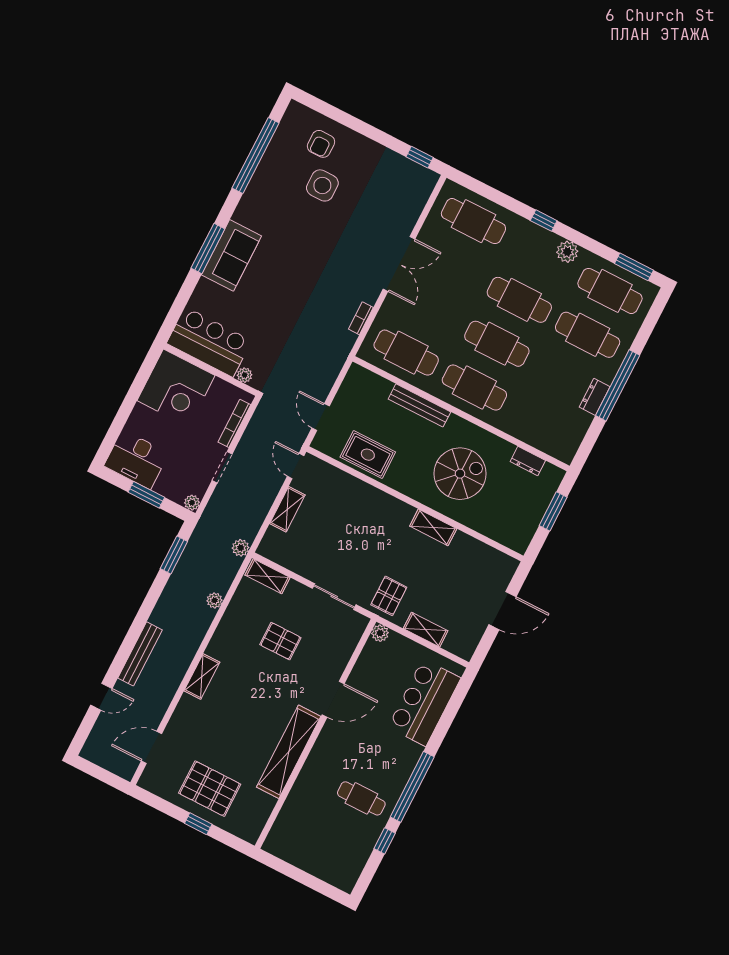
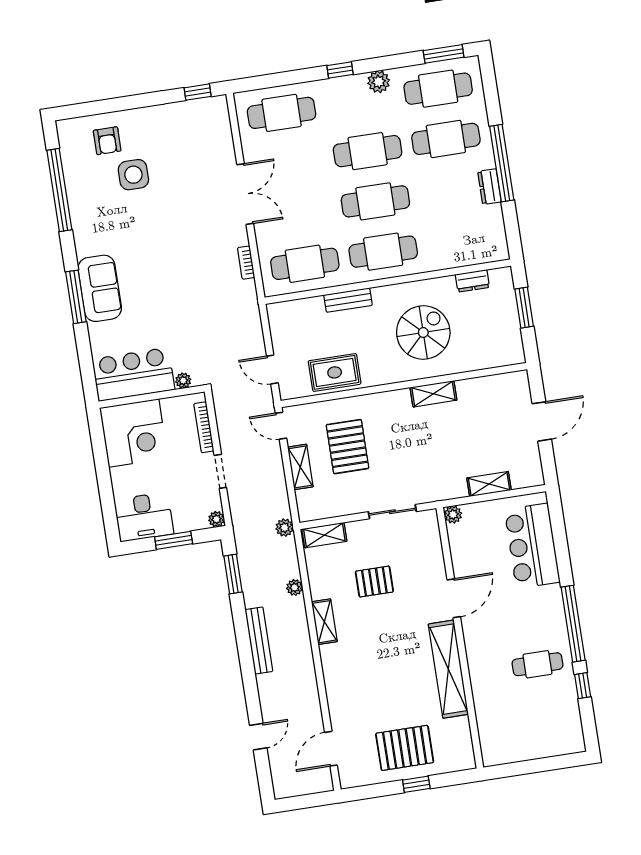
bench: (419, 405) -> (348, 300), width x0.73
pallet: (389, 596) -> (348, 447), moved, width x1.50, depth x1.42
bench: (140, 654) -> (259, 640), moved
shelving: (202, 676) -> (324, 622), moved

